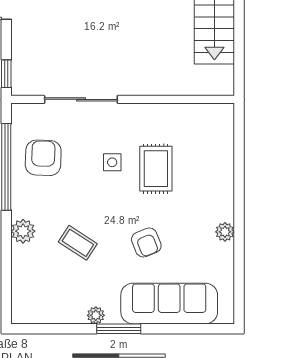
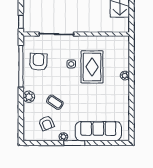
rug: (156, 169) -> (92, 67), width x1.36, depth x1.43
plant: (225, 232) -> (125, 76), moved
armchair: (146, 243) -> (46, 123), moved

